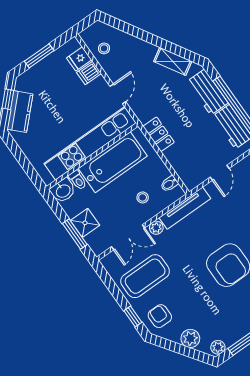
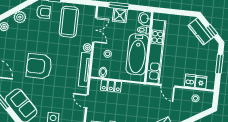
locker: (159, 134) -> (111, 86), moved
double door: (128, 237) -> (95, 30), swing flipped

